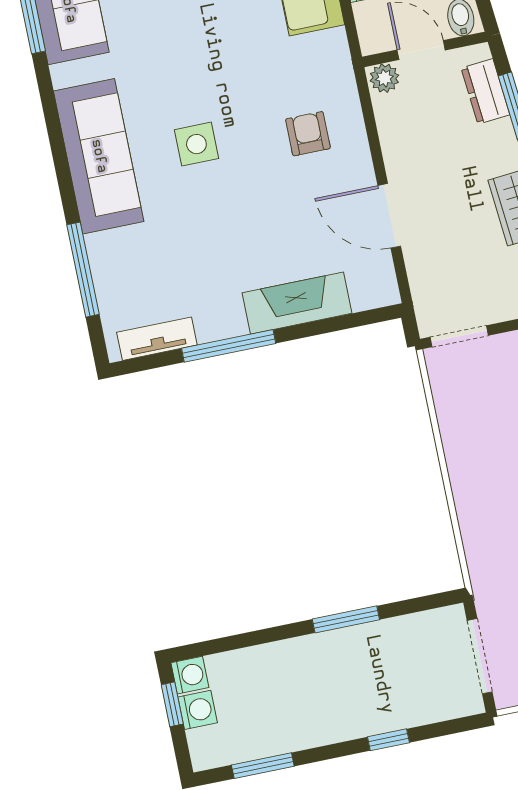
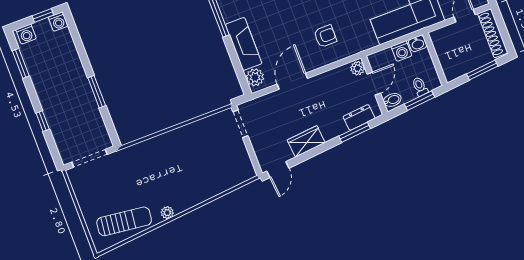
plant: (369, 291) -> (255, 77), added
washing machine: (198, 710) -> (26, 34), moved

